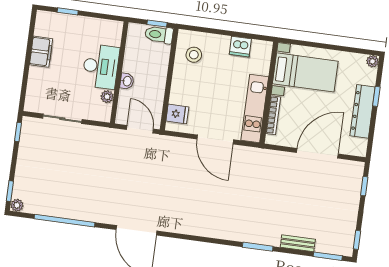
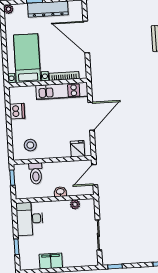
toilet: (159, 35) -> (36, 174), moved
desk: (101, 66) -> (30, 219), moved, turned -90

